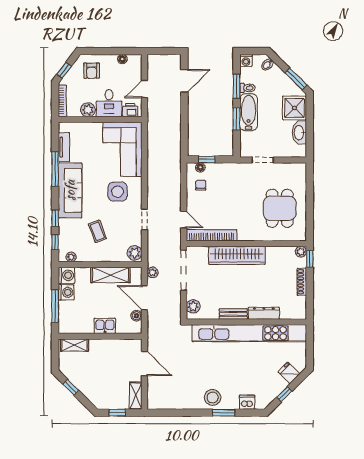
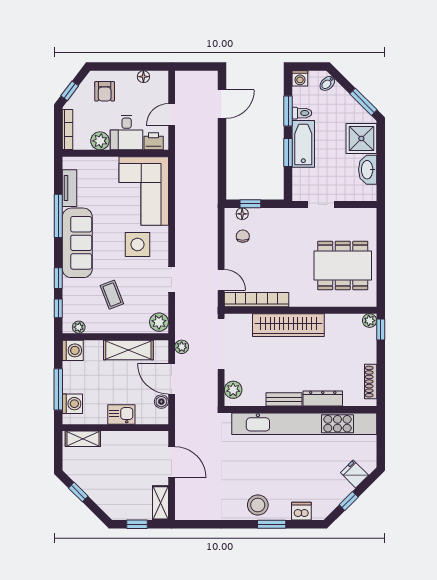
dining table: (280, 208) -> (343, 265), width x1.38
shoe rack: (302, 282) -> (371, 382), moved
washing machine: (66, 292) -> (72, 404), moved

